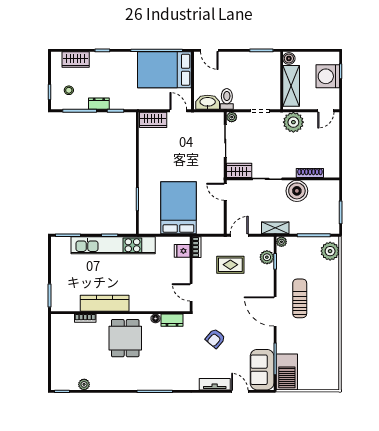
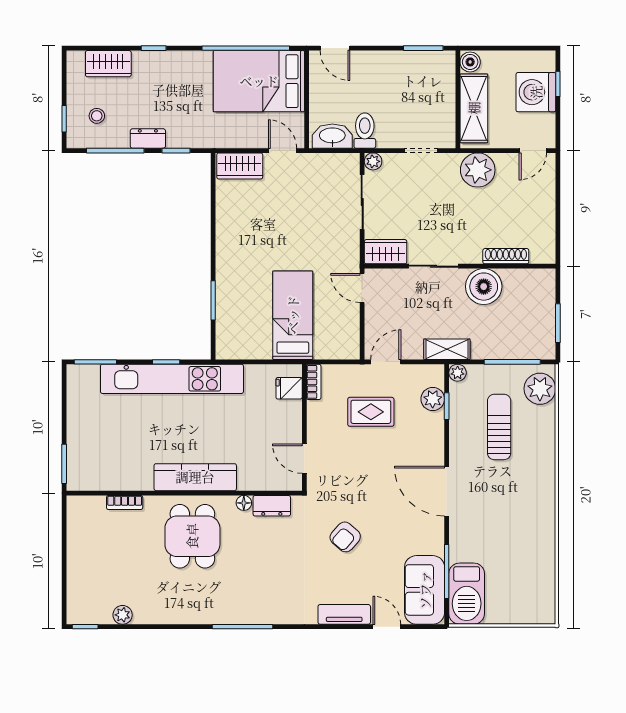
bed: (178, 208) -> (293, 315), width x0.67
sun lounger: (300, 298) -> (499, 427), moved
kitchen counter: (105, 303) -> (195, 477), moved

